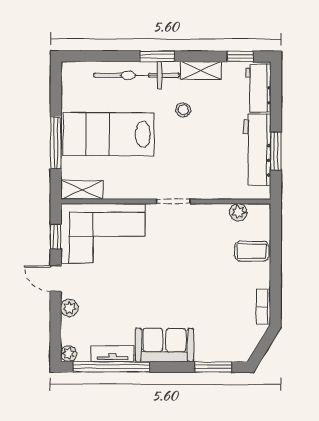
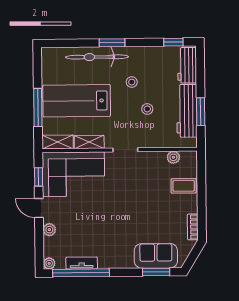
shelving: (201, 71) -> (89, 142), moved
stool: (204, 146) -> (147, 109), added
sofa: (164, 345) -> (156, 256), moved

